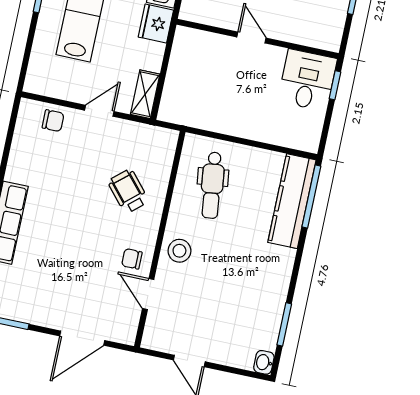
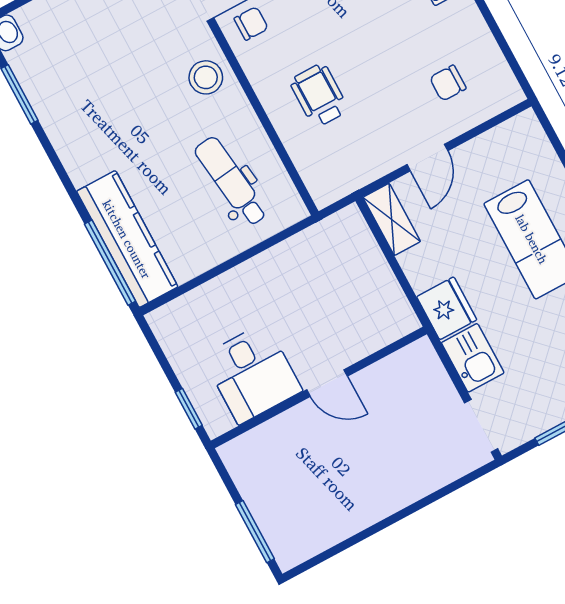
desk: (307, 80) -> (252, 373), moved
chair: (53, 121) -> (448, 83), moved
wheelchair: (128, 191) -> (319, 95), turned -139

